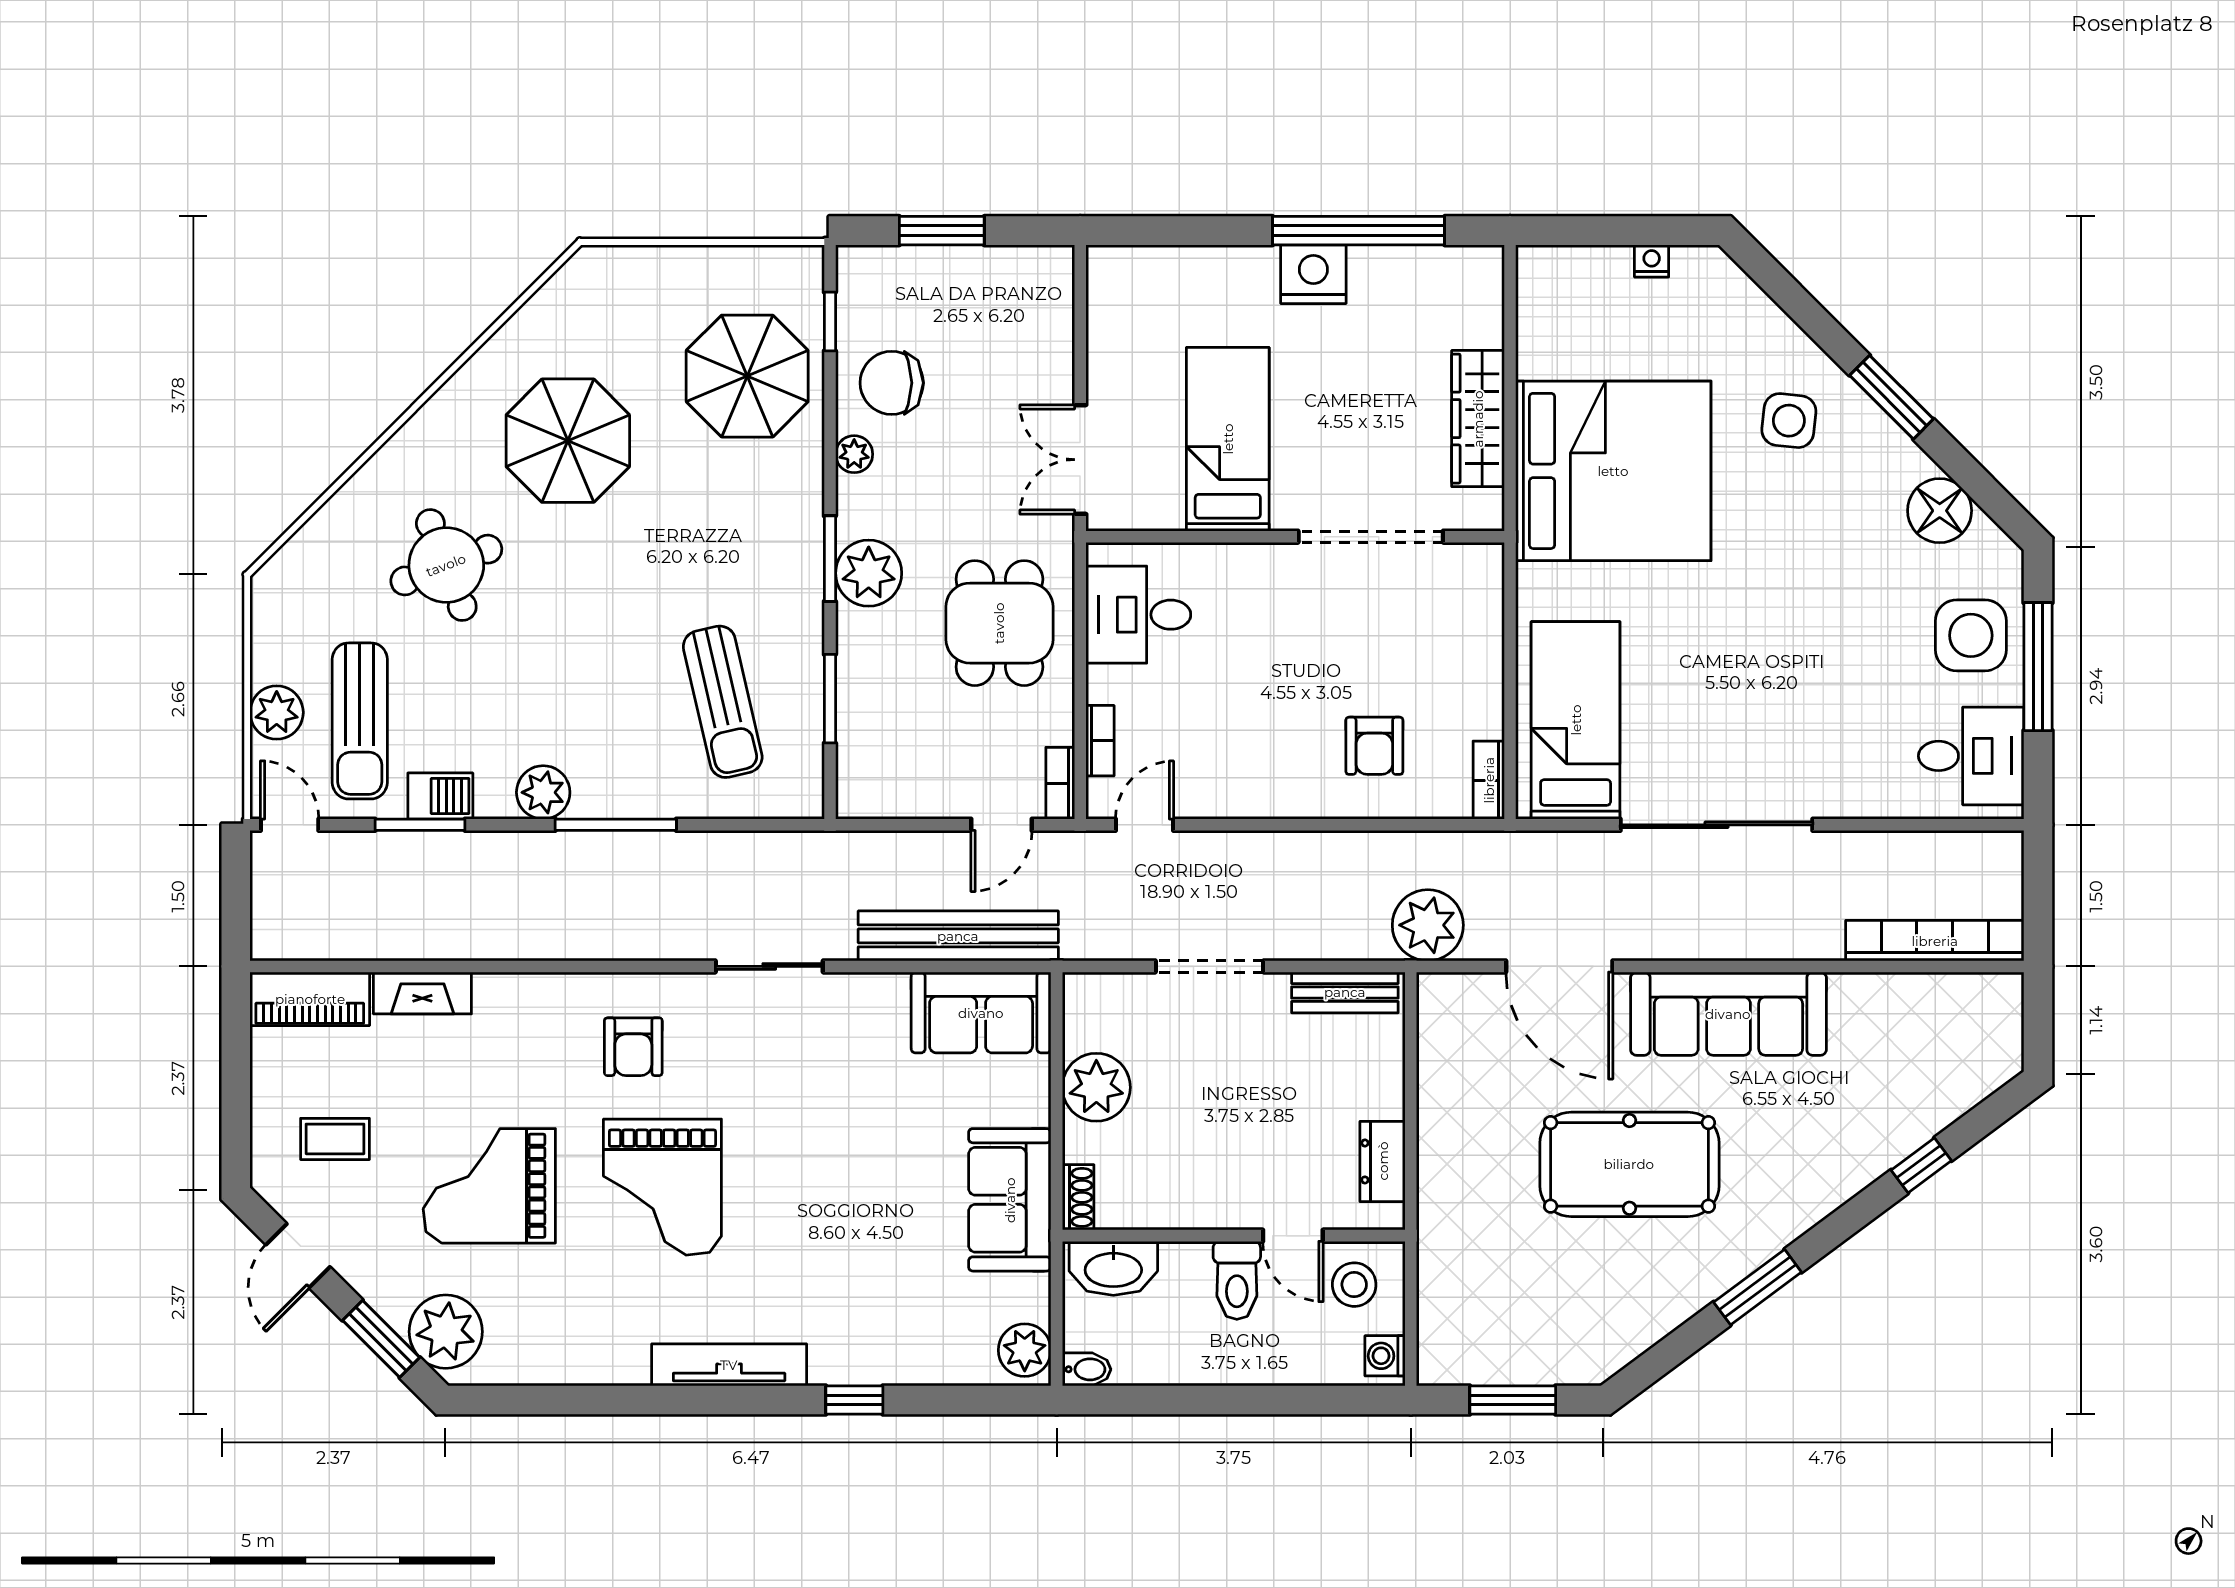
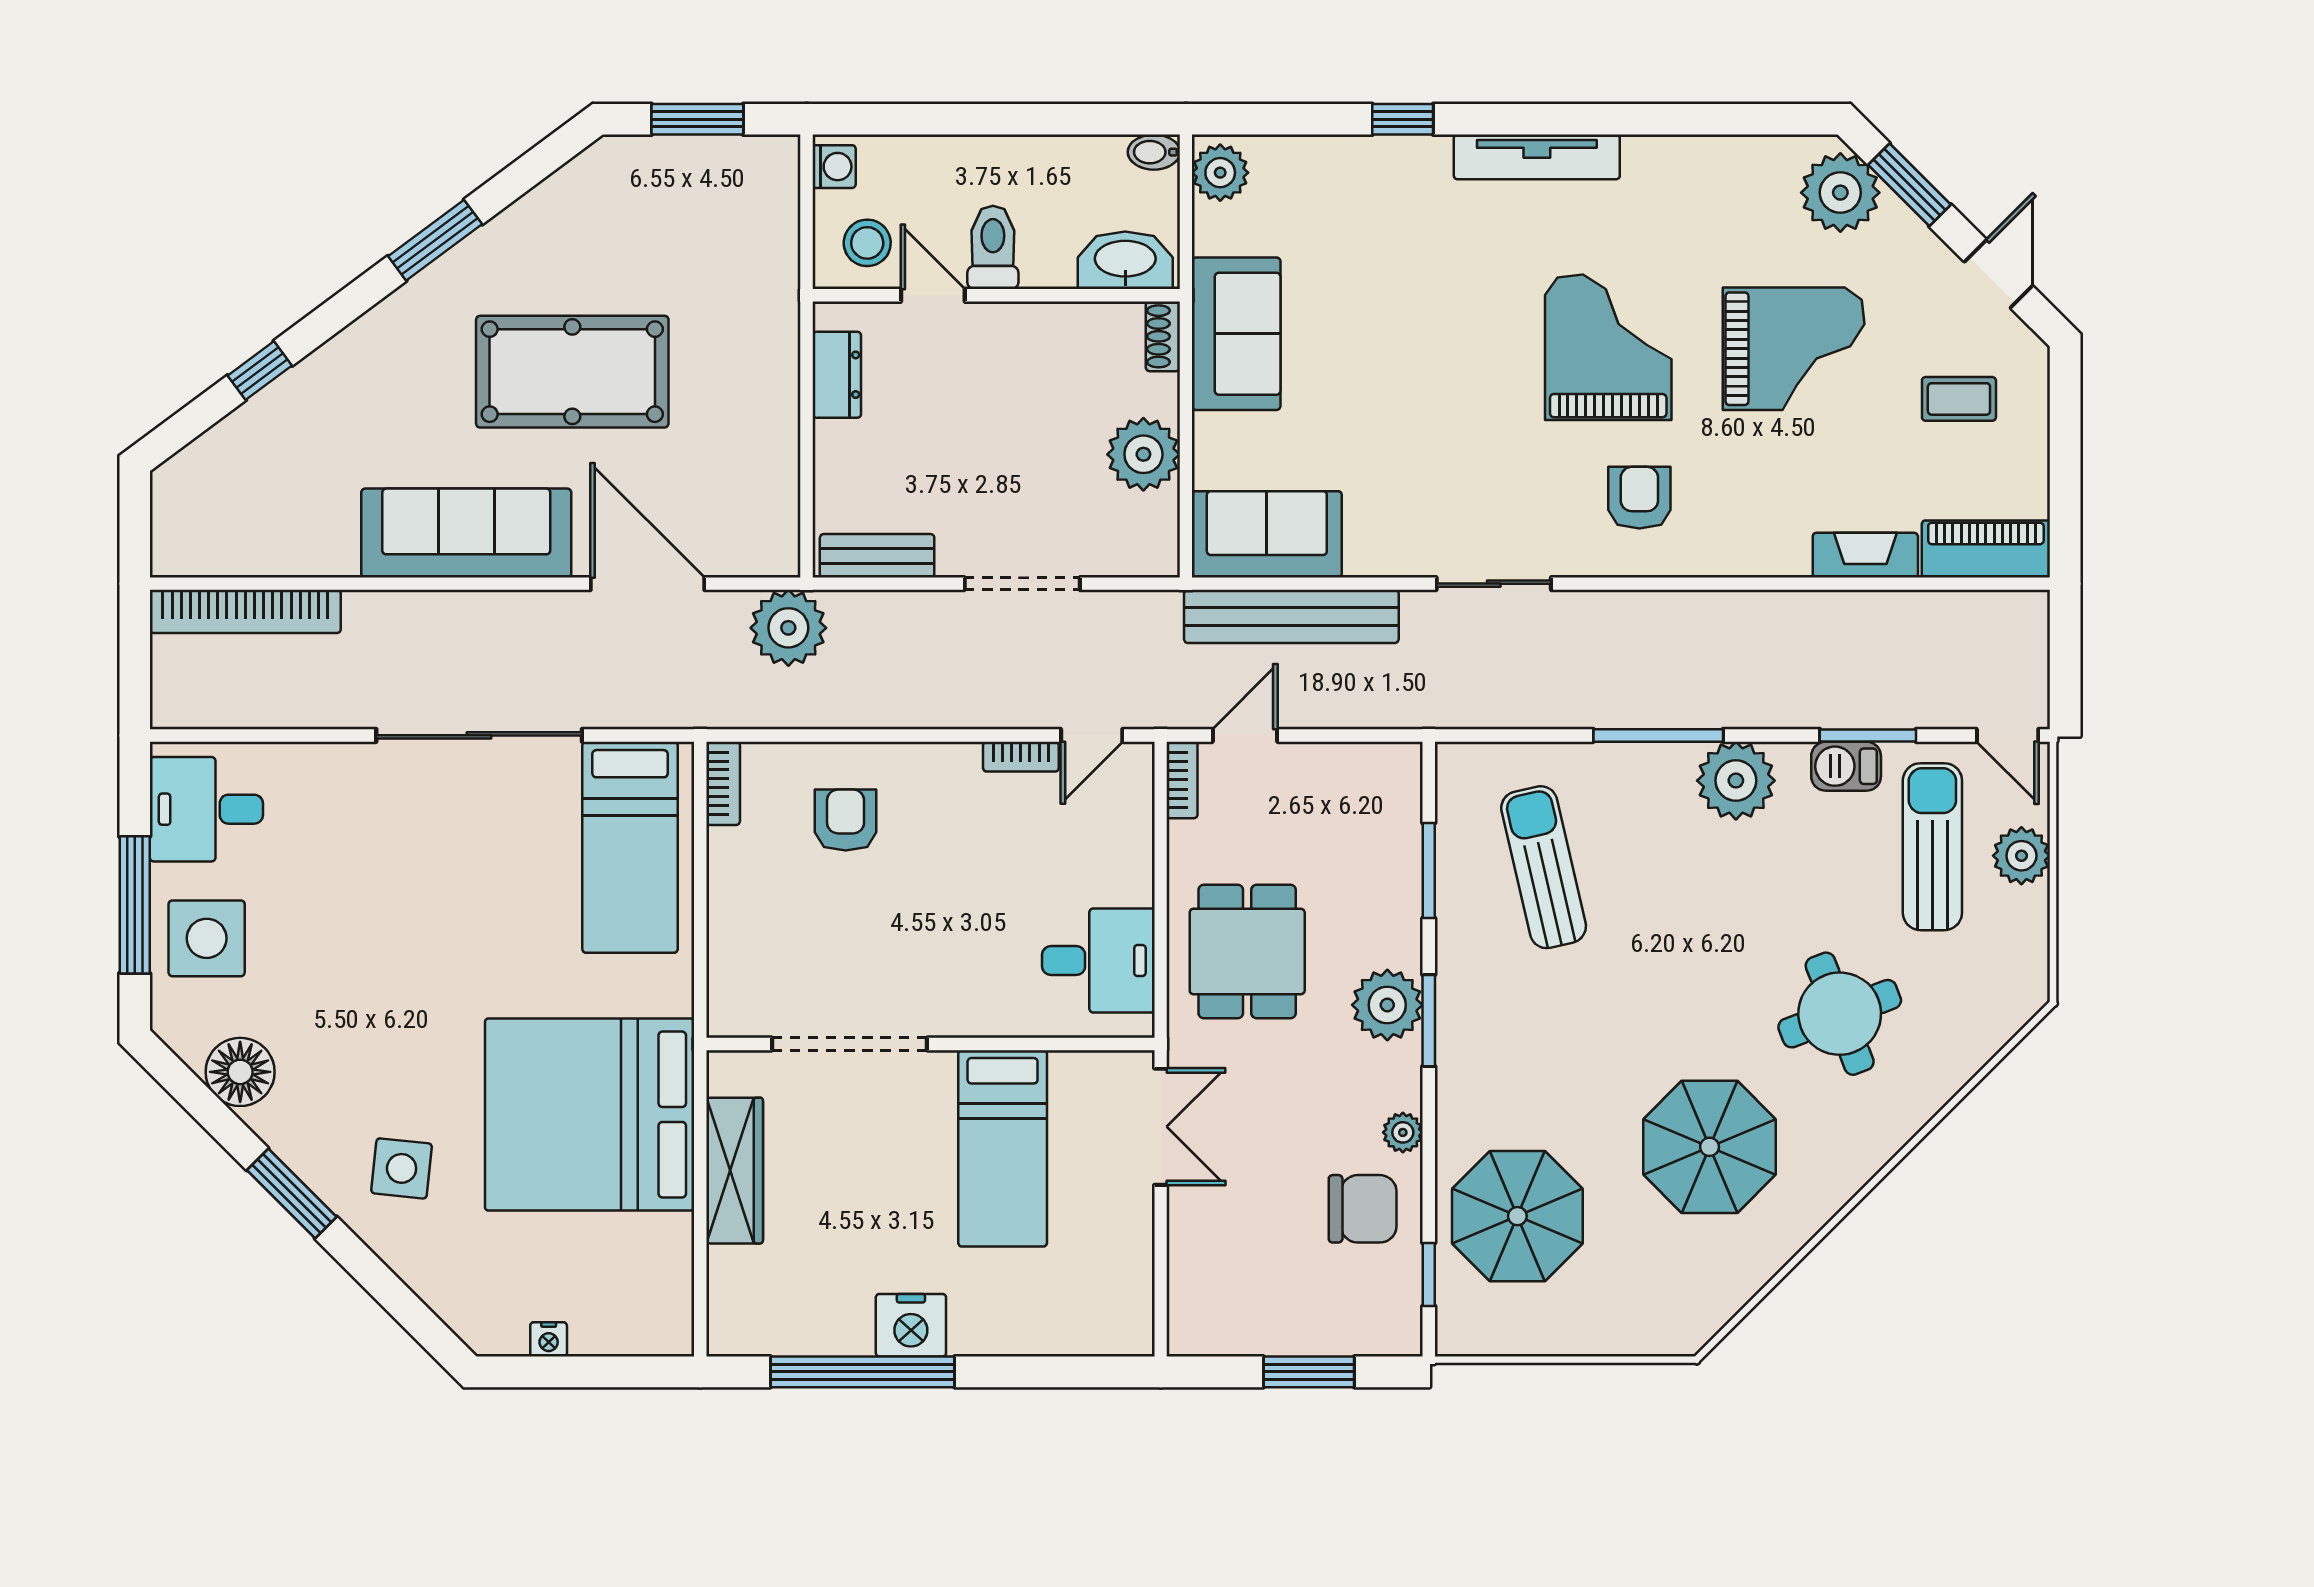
bookcase: (1100, 741) -> (1021, 757), moved, turned -90
plant: (543, 792) -> (1736, 781), width x1.36, depth x1.36

